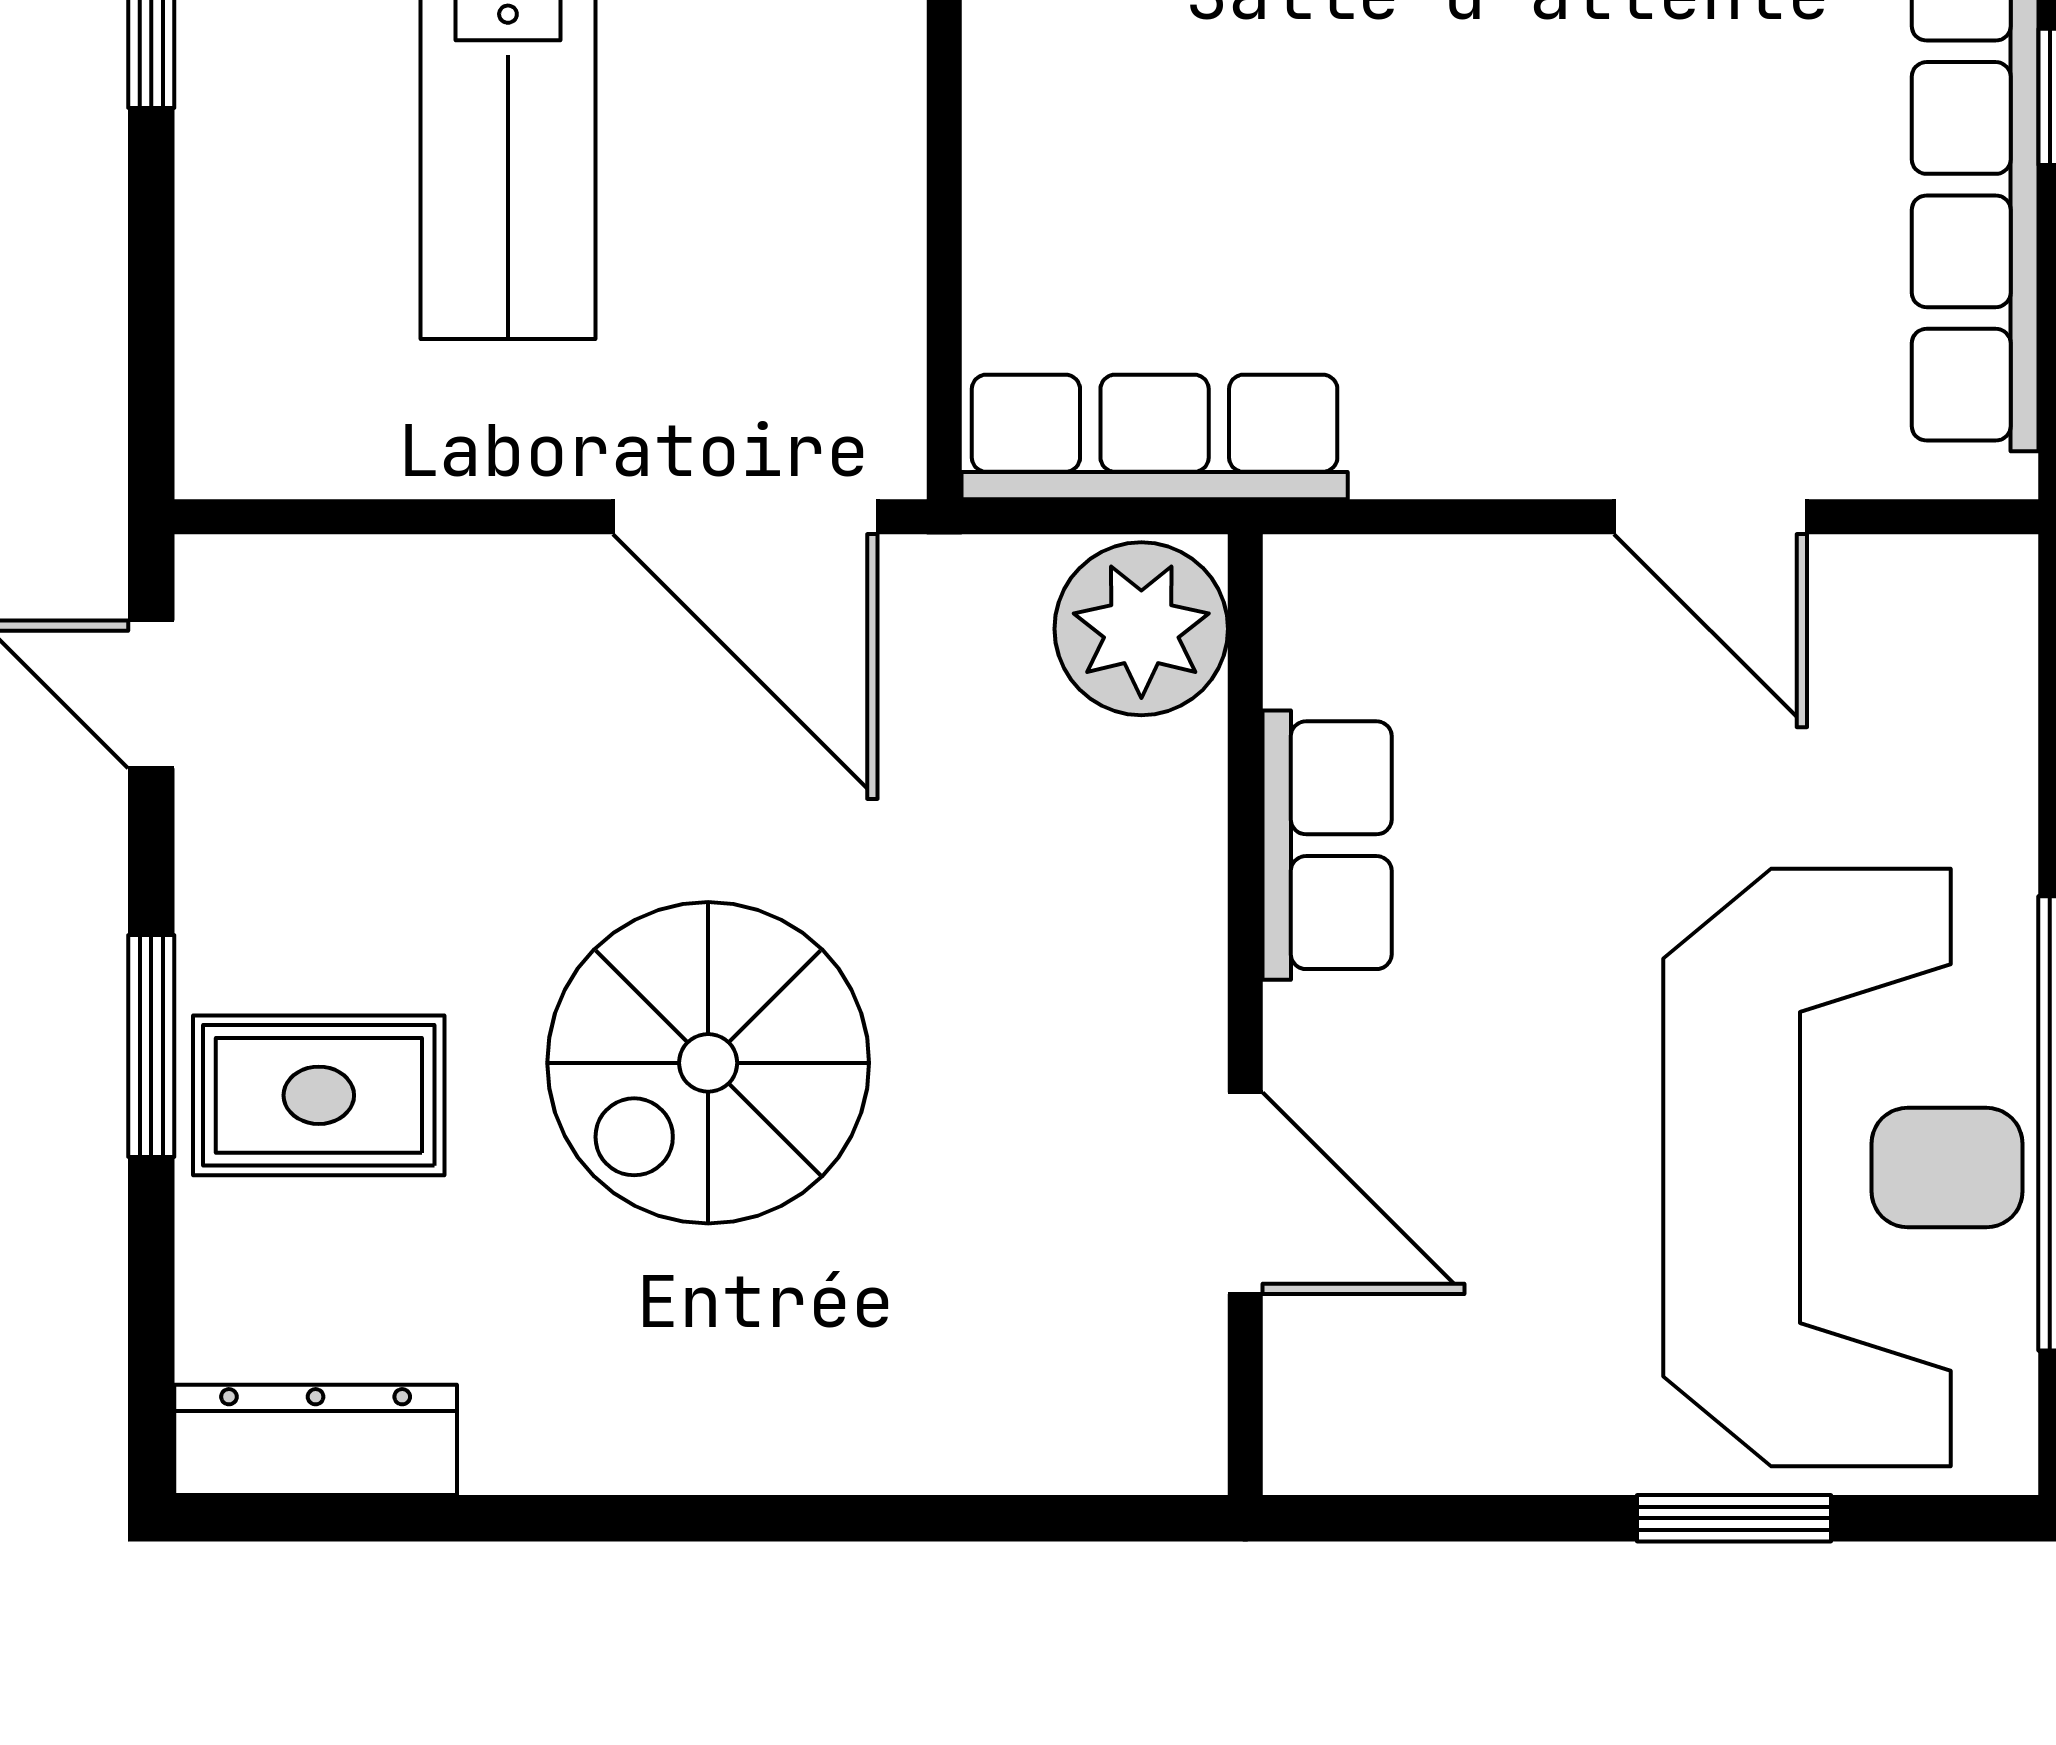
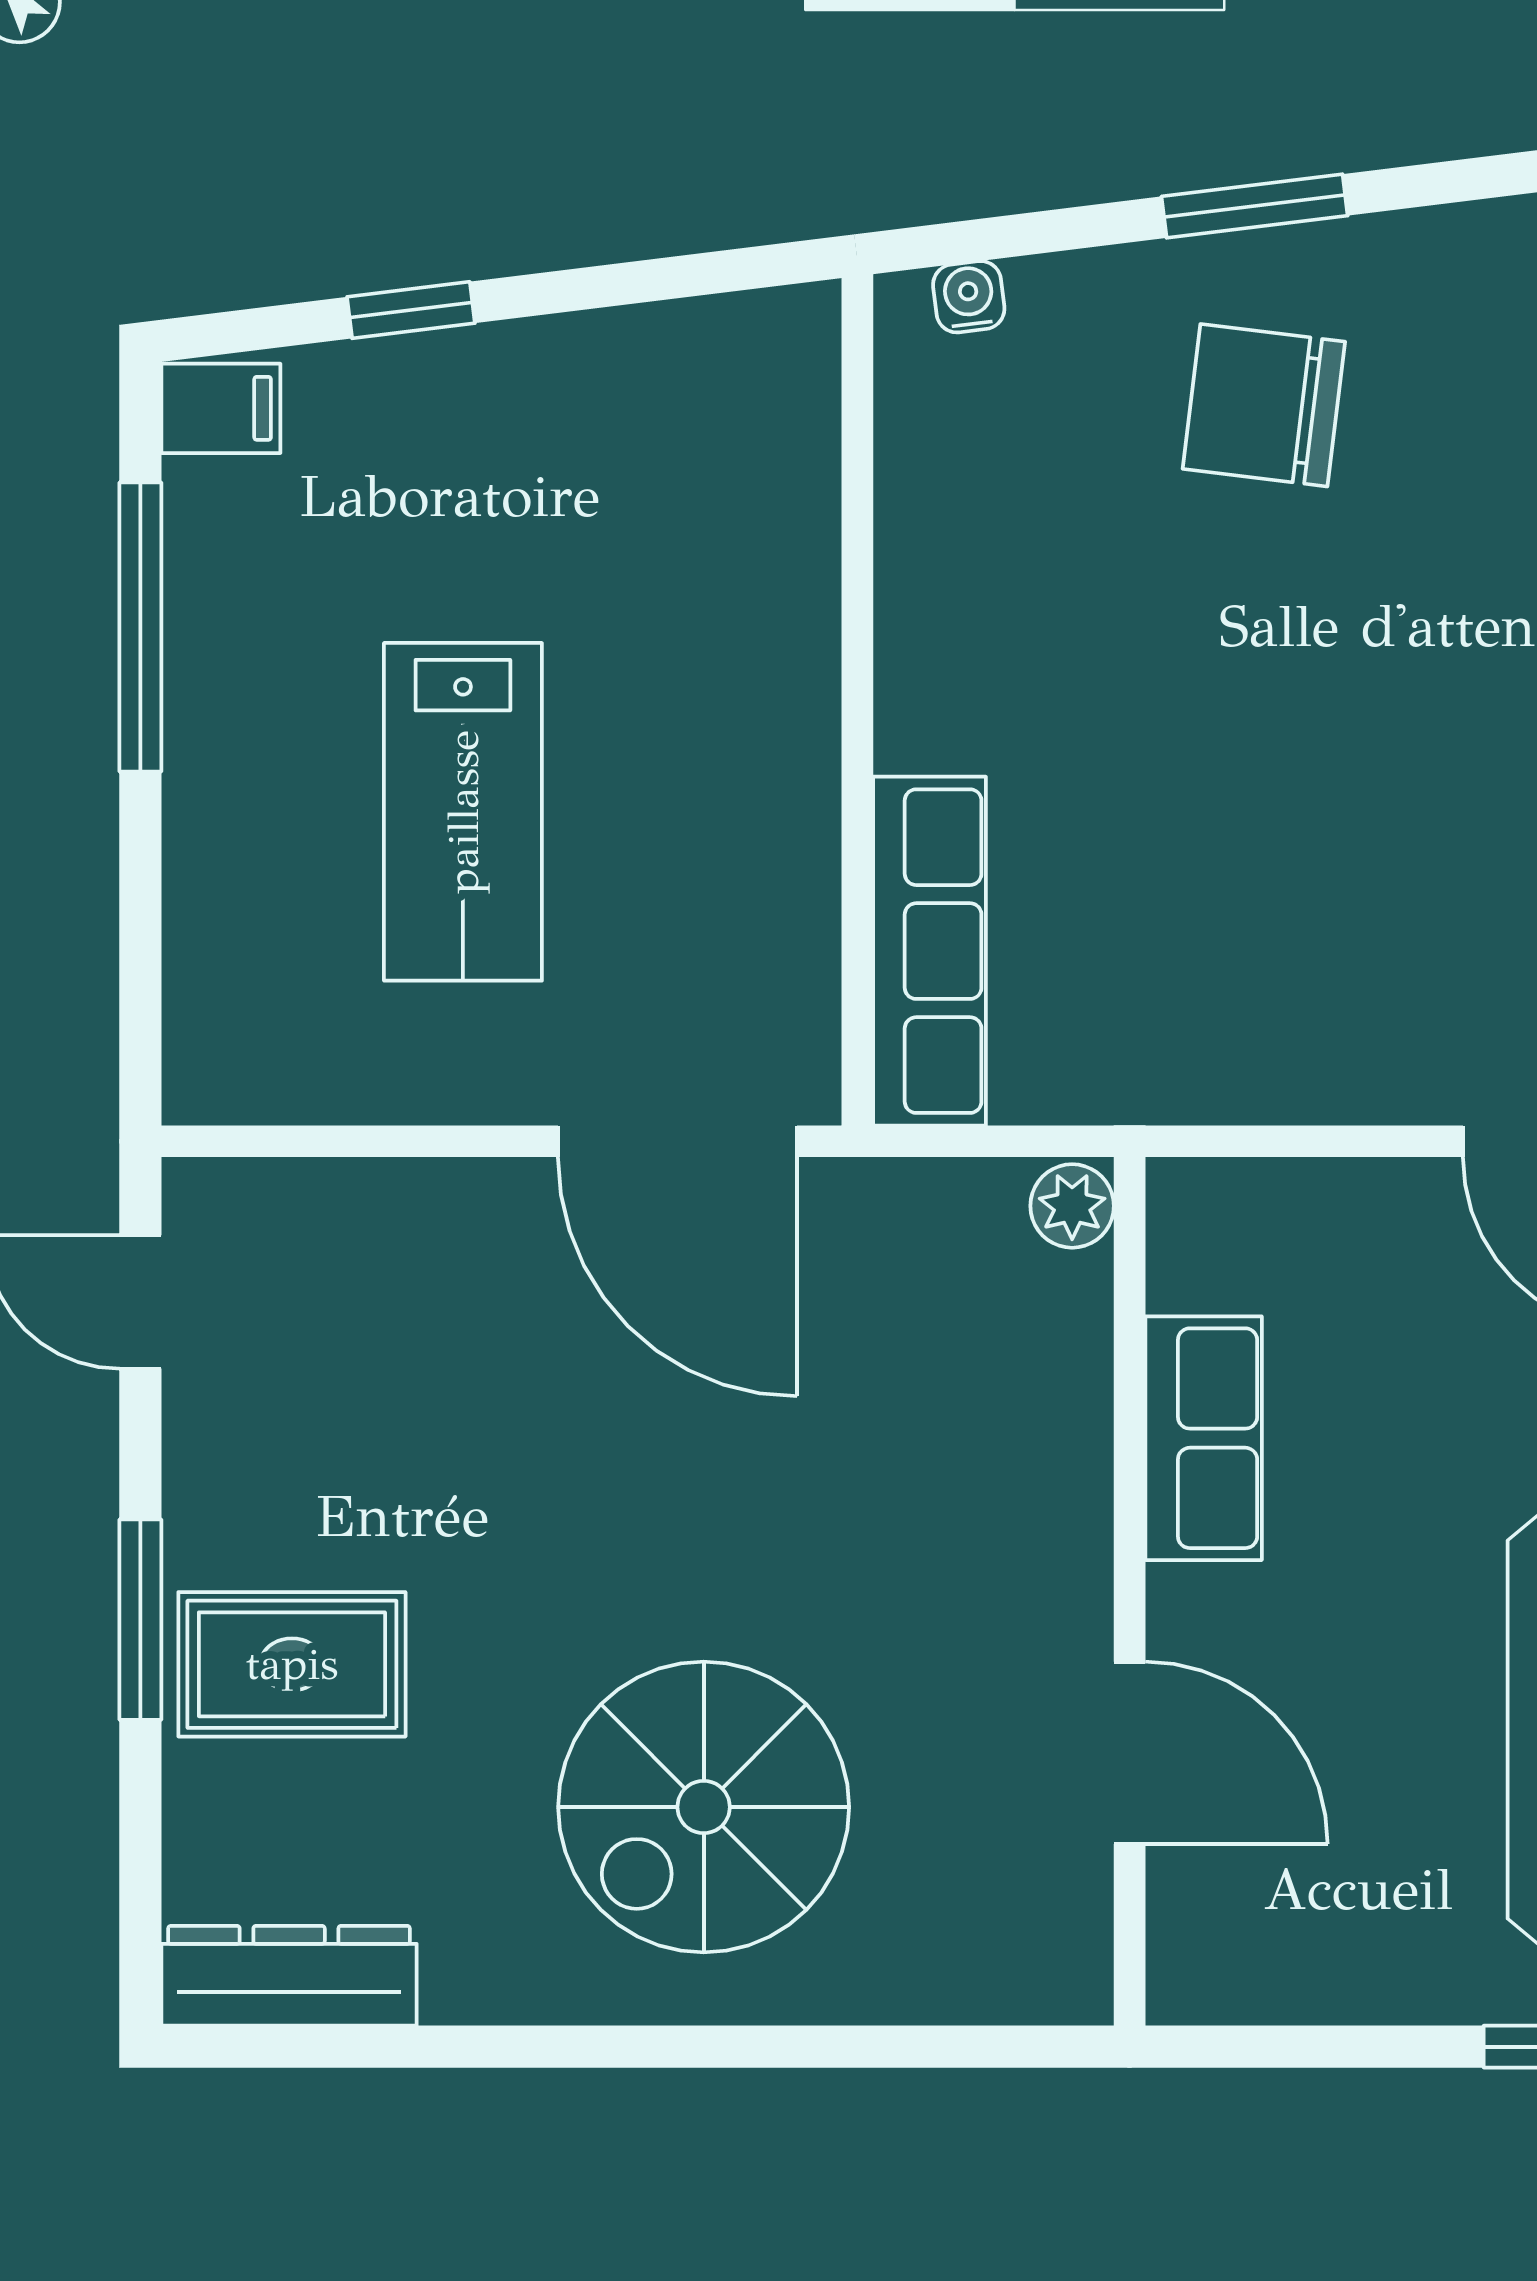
row of seats: (1155, 437) -> (930, 951), moved, turned 90
plant: (1141, 629) -> (1072, 1206), width x0.53, depth x0.53
spiral stairs: (708, 1063) -> (704, 1807), moved

